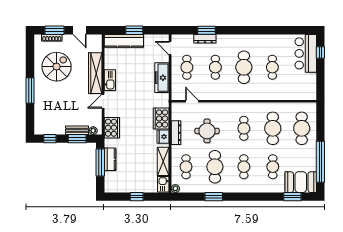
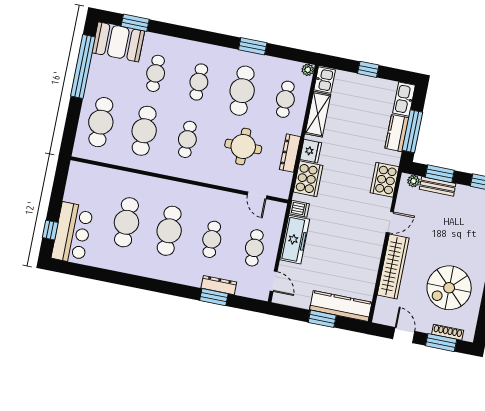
cafe table: (272, 67) -> (126, 222), width x1.37, depth x1.35
kitchen sink: (110, 80) -> (404, 99), moved
dishwasher: (163, 98) -> (299, 209), added

